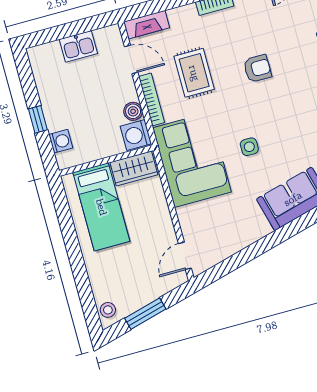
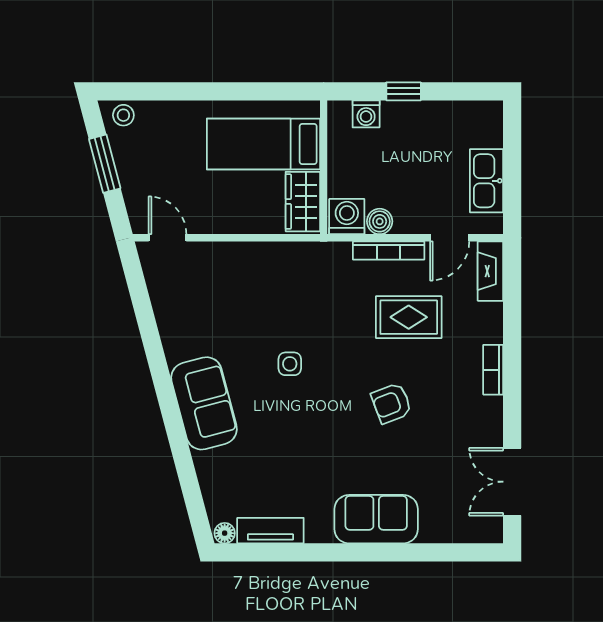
kitchen sink: (78, 46) -> (486, 181), width x1.38
armchair: (257, 68) -> (391, 403), turned 69
corner sofa: (192, 160) -> (293, 282), removed

